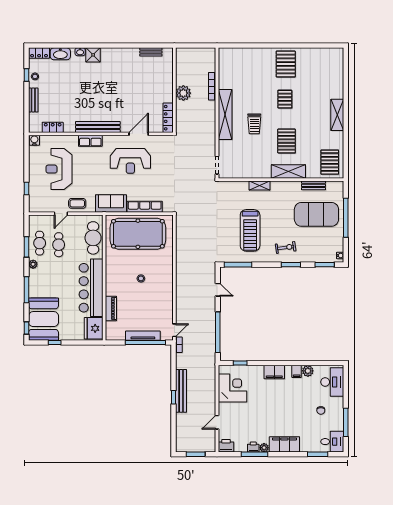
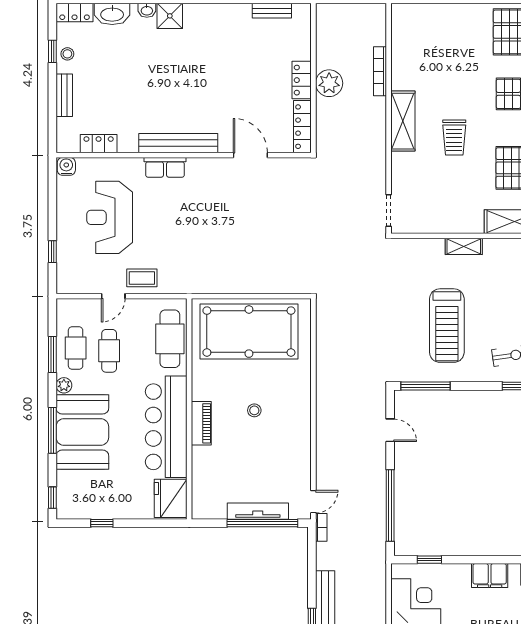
locker: (168, 91) -> (302, 80), added
shelving: (225, 114) -> (403, 121), width x0.68
door: (139, 134) -> (250, 155), hinge flipped
reception desk: (130, 161) -> (236, 203), removed
sofa: (111, 204) -> (201, 278), removed
row of seats: (145, 207) -> (261, 284), removed
piano: (111, 308) -> (201, 423), moved
booth: (43, 319) -> (82, 432), moved

